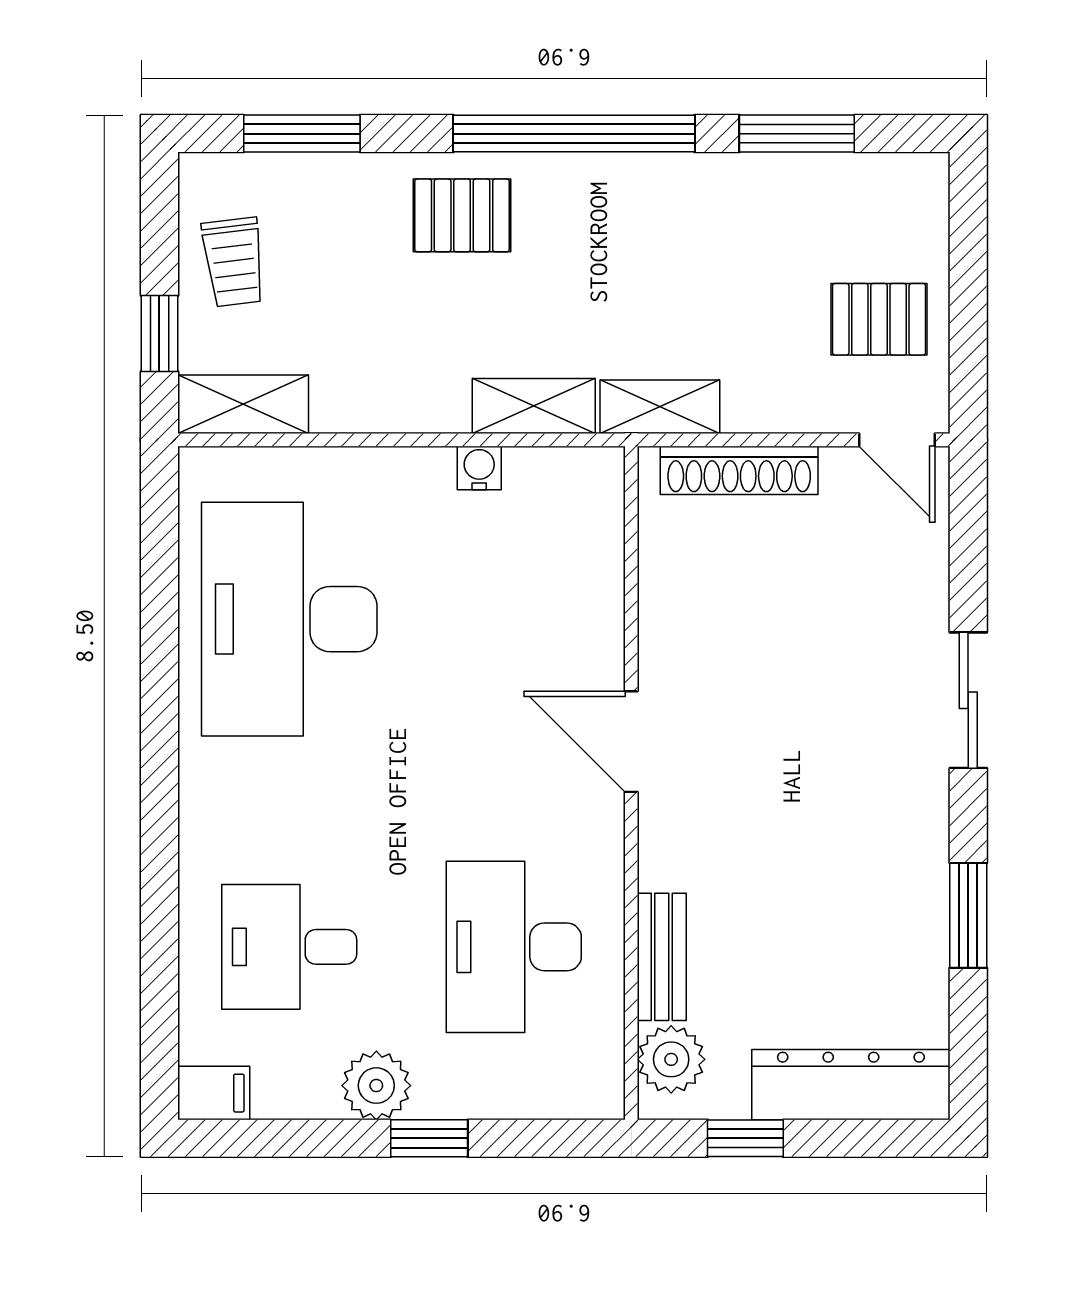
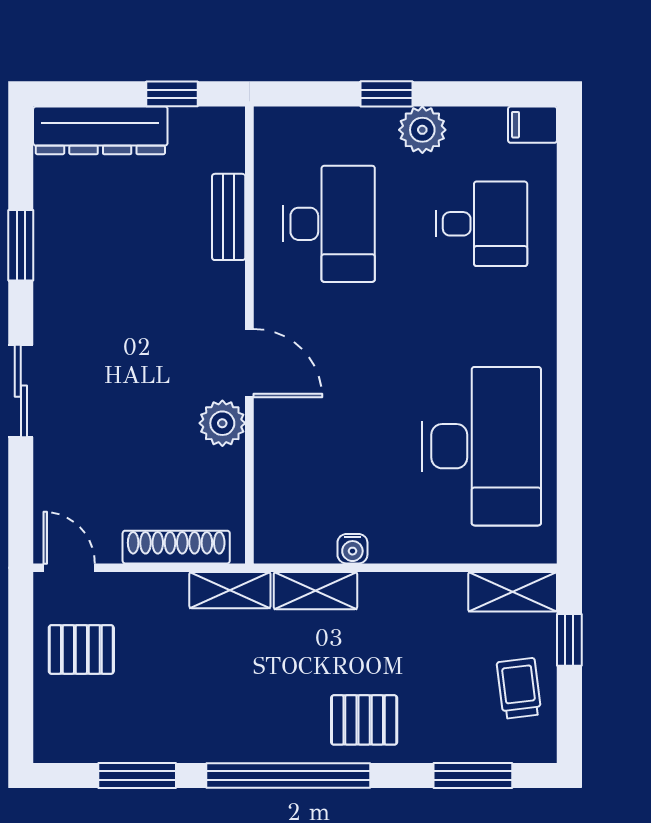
plant: (671, 1059) -> (222, 423), moved

